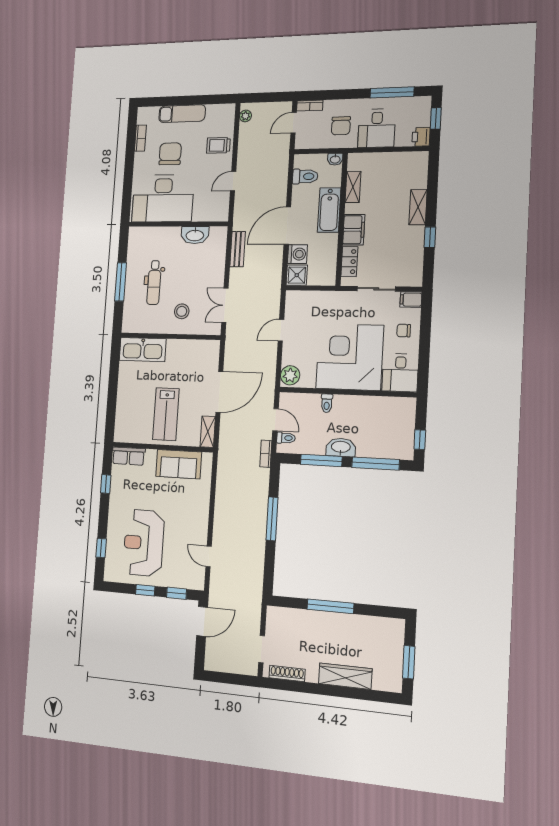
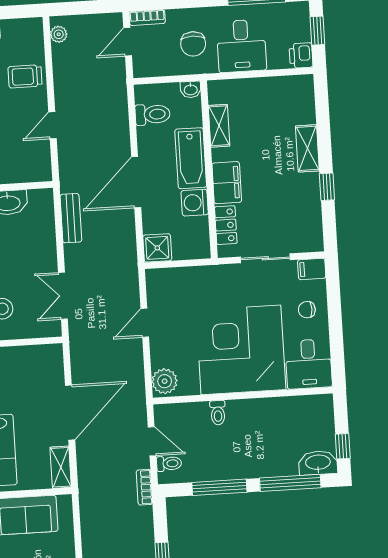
washing machine: (297, 254) -> (195, 203), moved, turned 180
washbasin: (341, 447) -> (318, 463), moved

